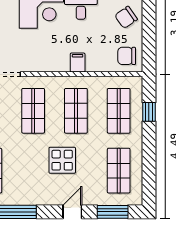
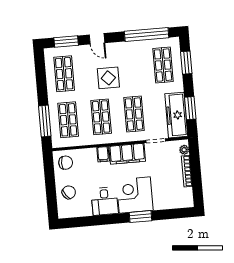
filing cabinet: (46, 60) -> (127, 154), added
window: (149, 112) -> (45, 121), width x2.17
door: (72, 212) -> (97, 39), hinge flipped

